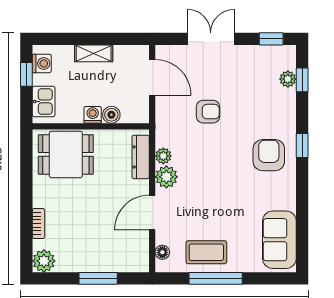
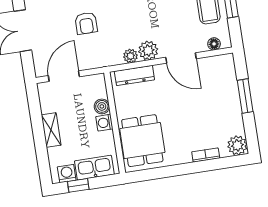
kitchen sink: (44, 101) -> (94, 168), width x1.38
armchair: (208, 112) -> (86, 23), turned 180

